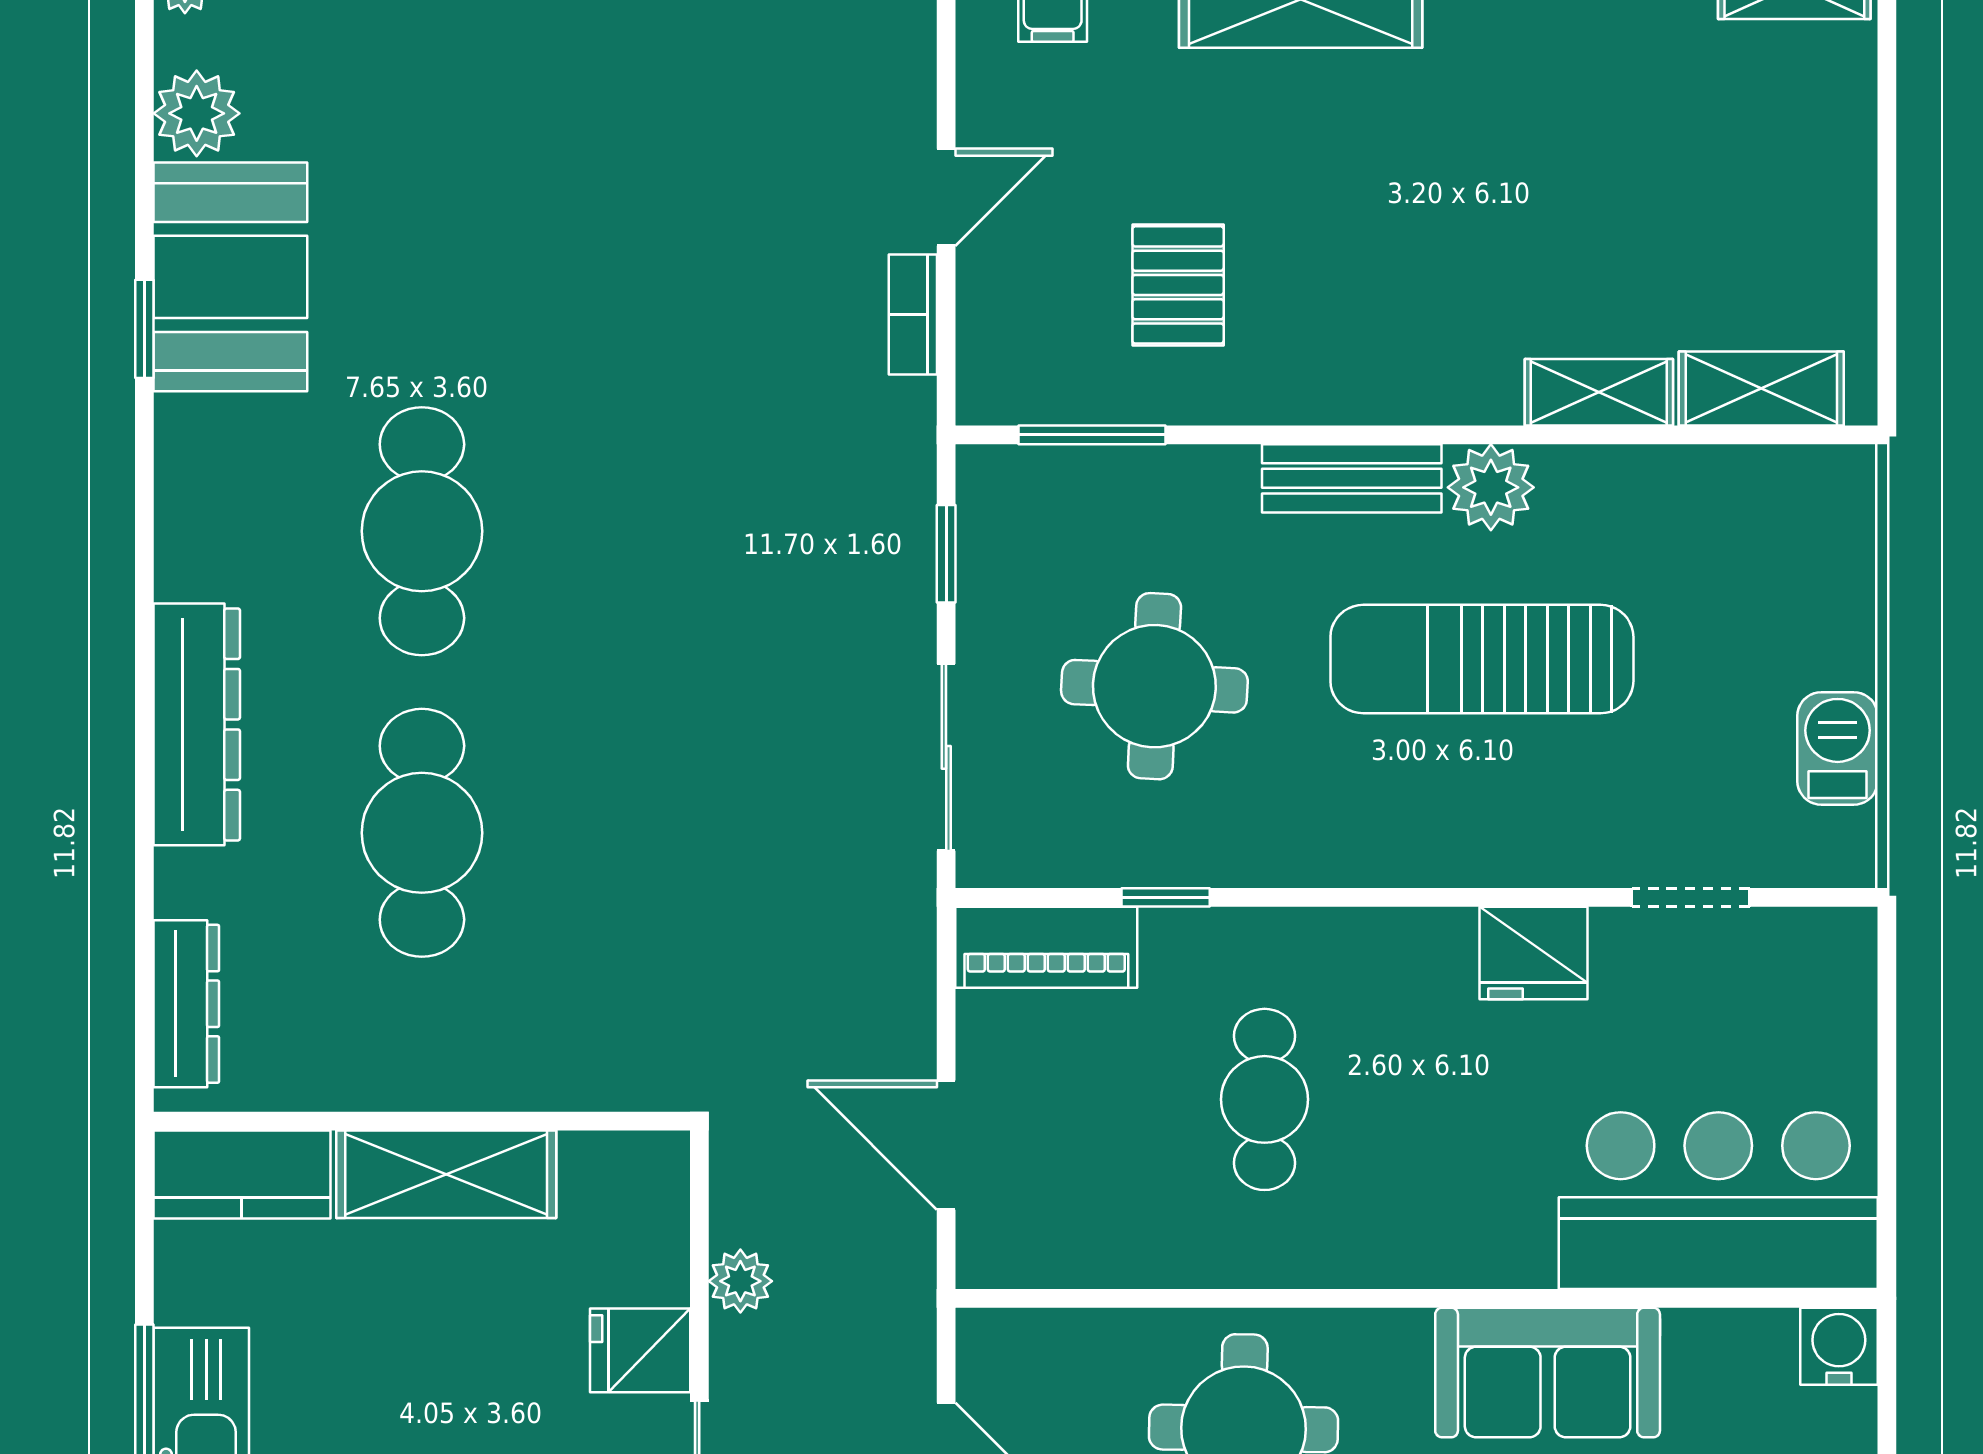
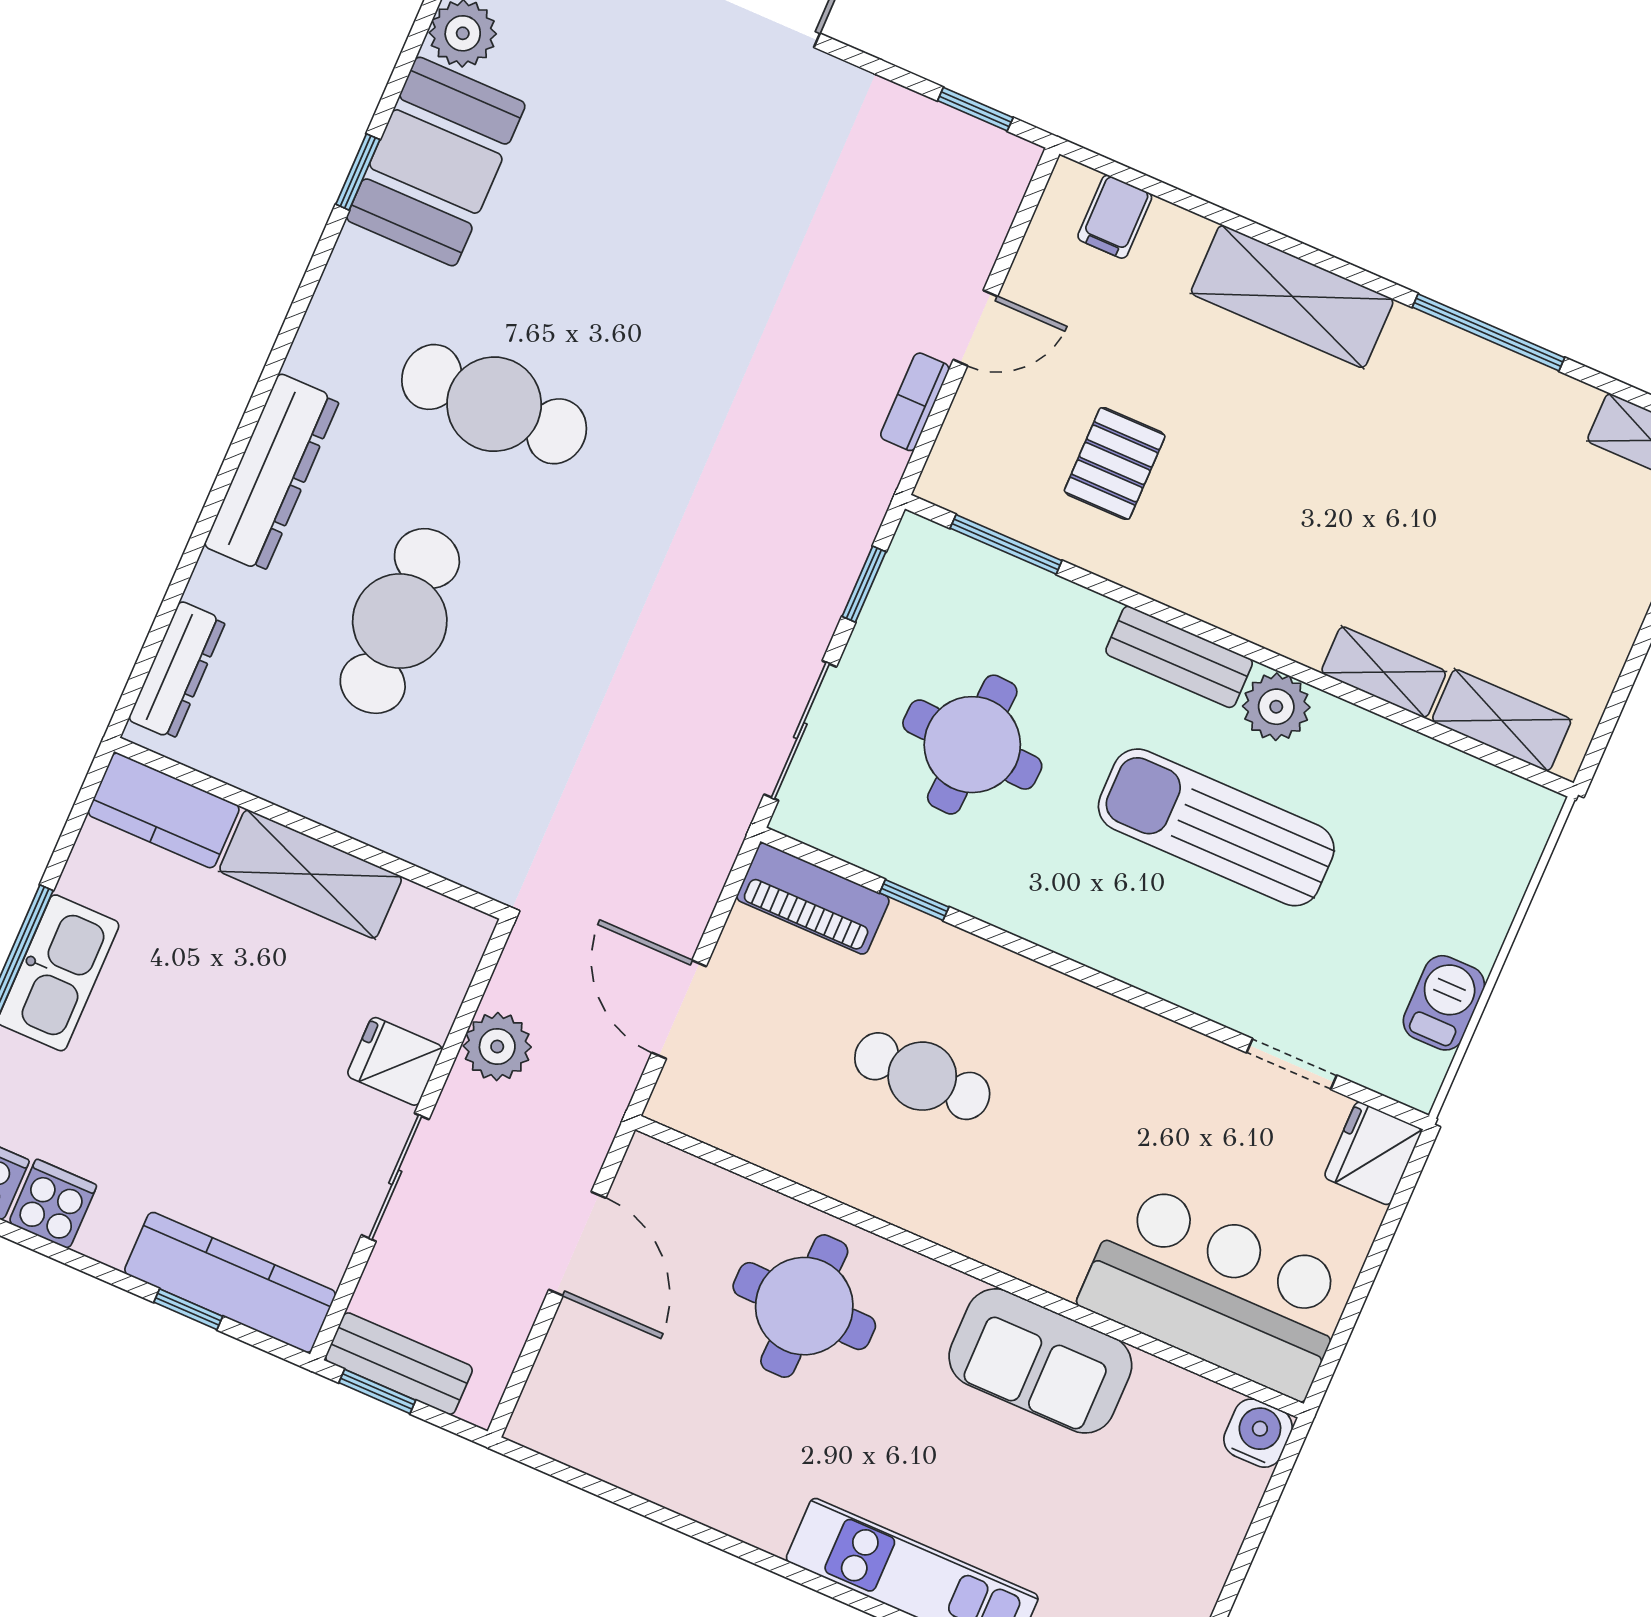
cafe table: (422, 531) -> (494, 404), turned 90
fridge: (1533, 953) -> (1373, 1153), moved, turned 90
cafe table: (1265, 1099) -> (922, 1076), turned 90
plant: (740, 1281) -> (497, 1047), width x1.38, depth x1.38

